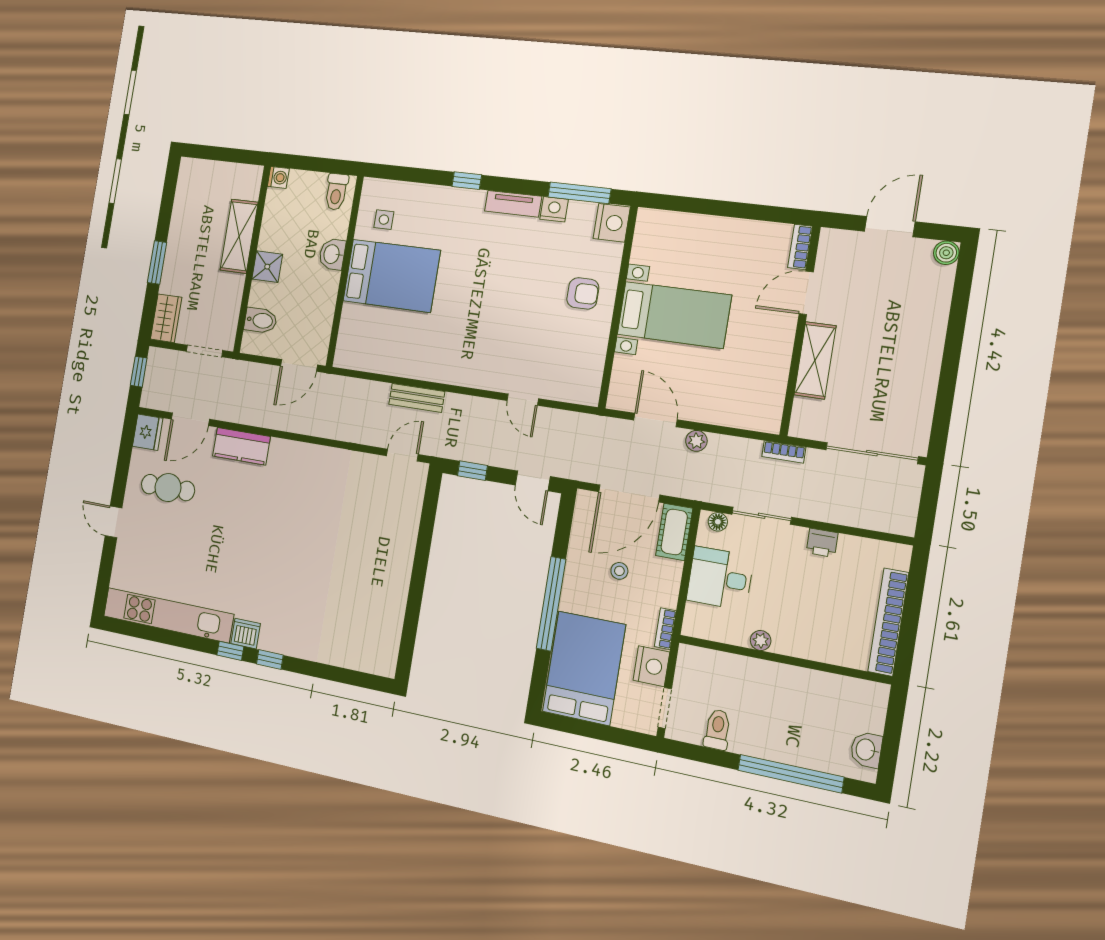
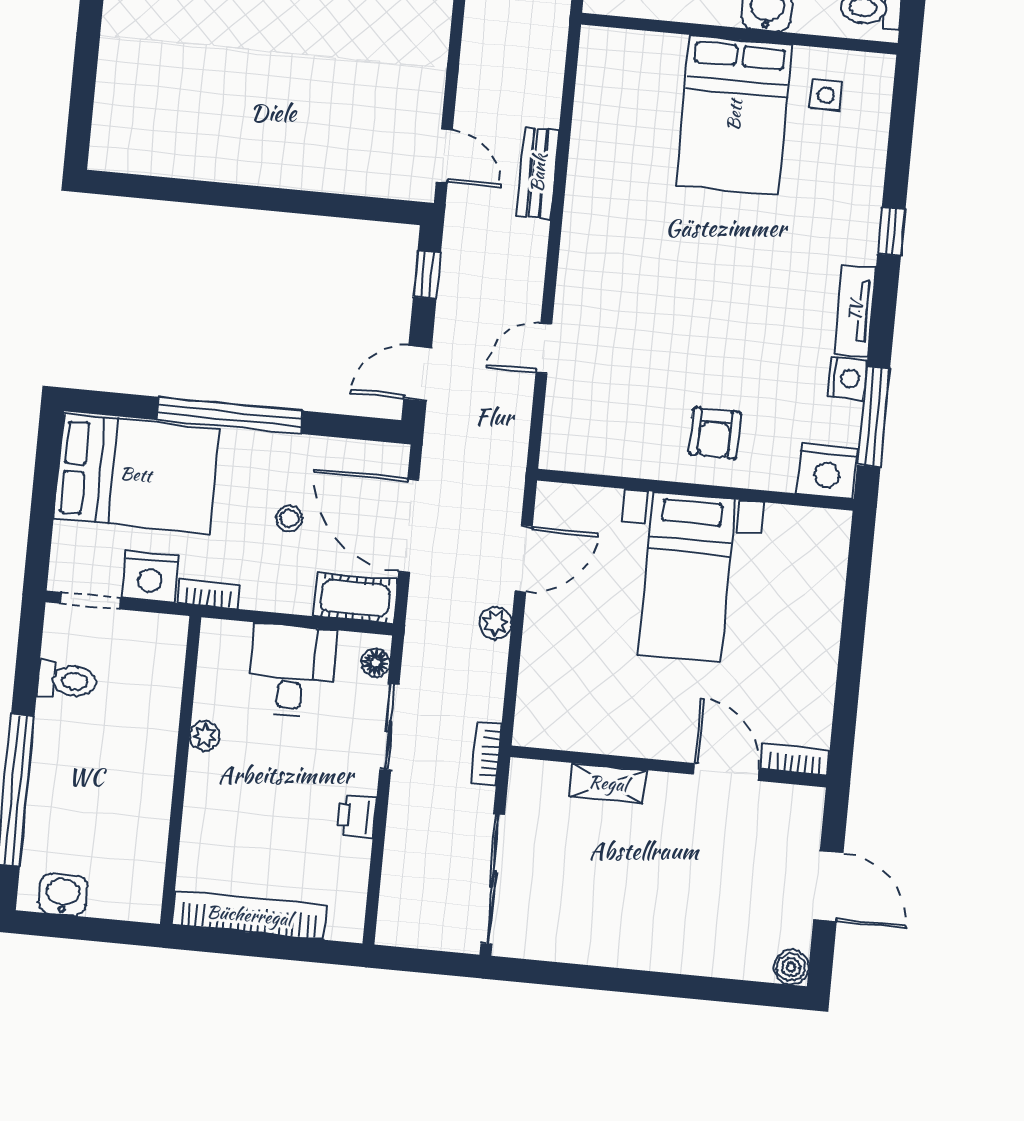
shelving: (815, 360) -> (608, 783), width x0.67, depth x0.75

